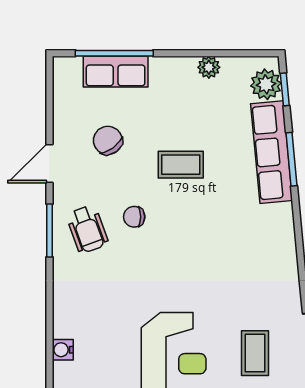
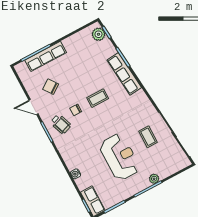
plant: (209, 67) -> (74, 39), removed
row of seats: (116, 72) -> (46, 56), width x1.48
row of seats: (272, 152) -> (124, 74), moved
door: (49, 164) -> (33, 107), hinge flipped
coffee table: (181, 165) -> (98, 98), moved

